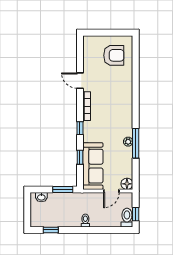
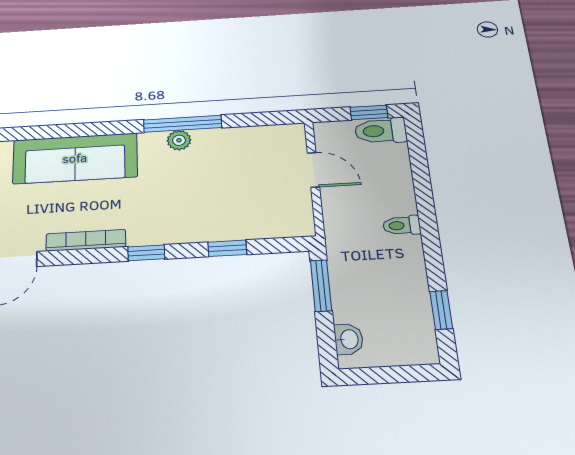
sofa: (93, 166) -> (75, 158), moved, turned 180
floor lamp: (127, 184) -> (291, 136), removed

